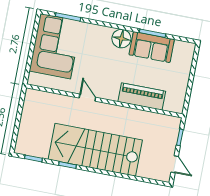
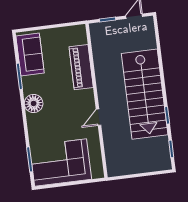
sofa: (152, 47) -> (30, 55), moved

